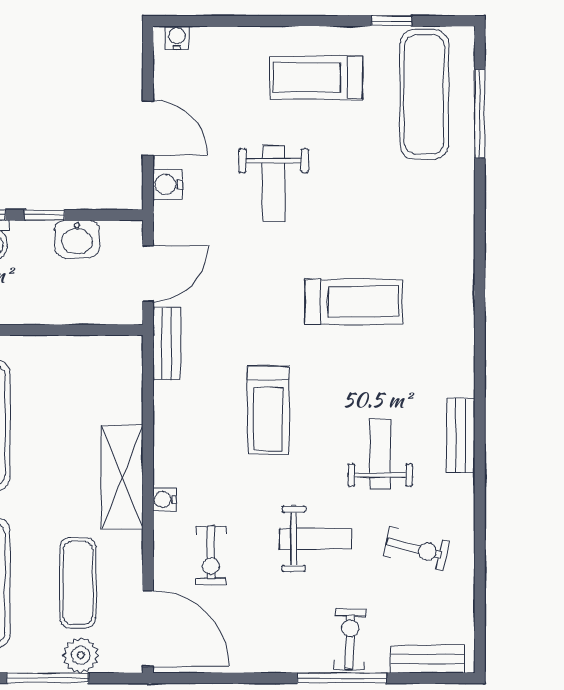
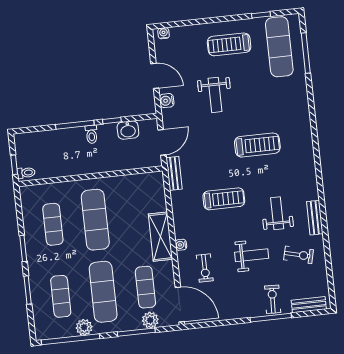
treadmill: (268, 410) -> (224, 199), turned -90
bench: (461, 435) -> (315, 218), moved

